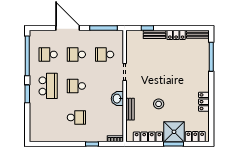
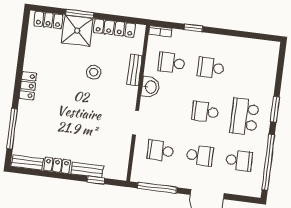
school desk: (105, 54) -> (160, 151), turned 180
school desk: (76, 86) -> (205, 112), turned 180
locker: (204, 102) -> (28, 86), moved
school desk: (105, 117) -> (171, 63), added

